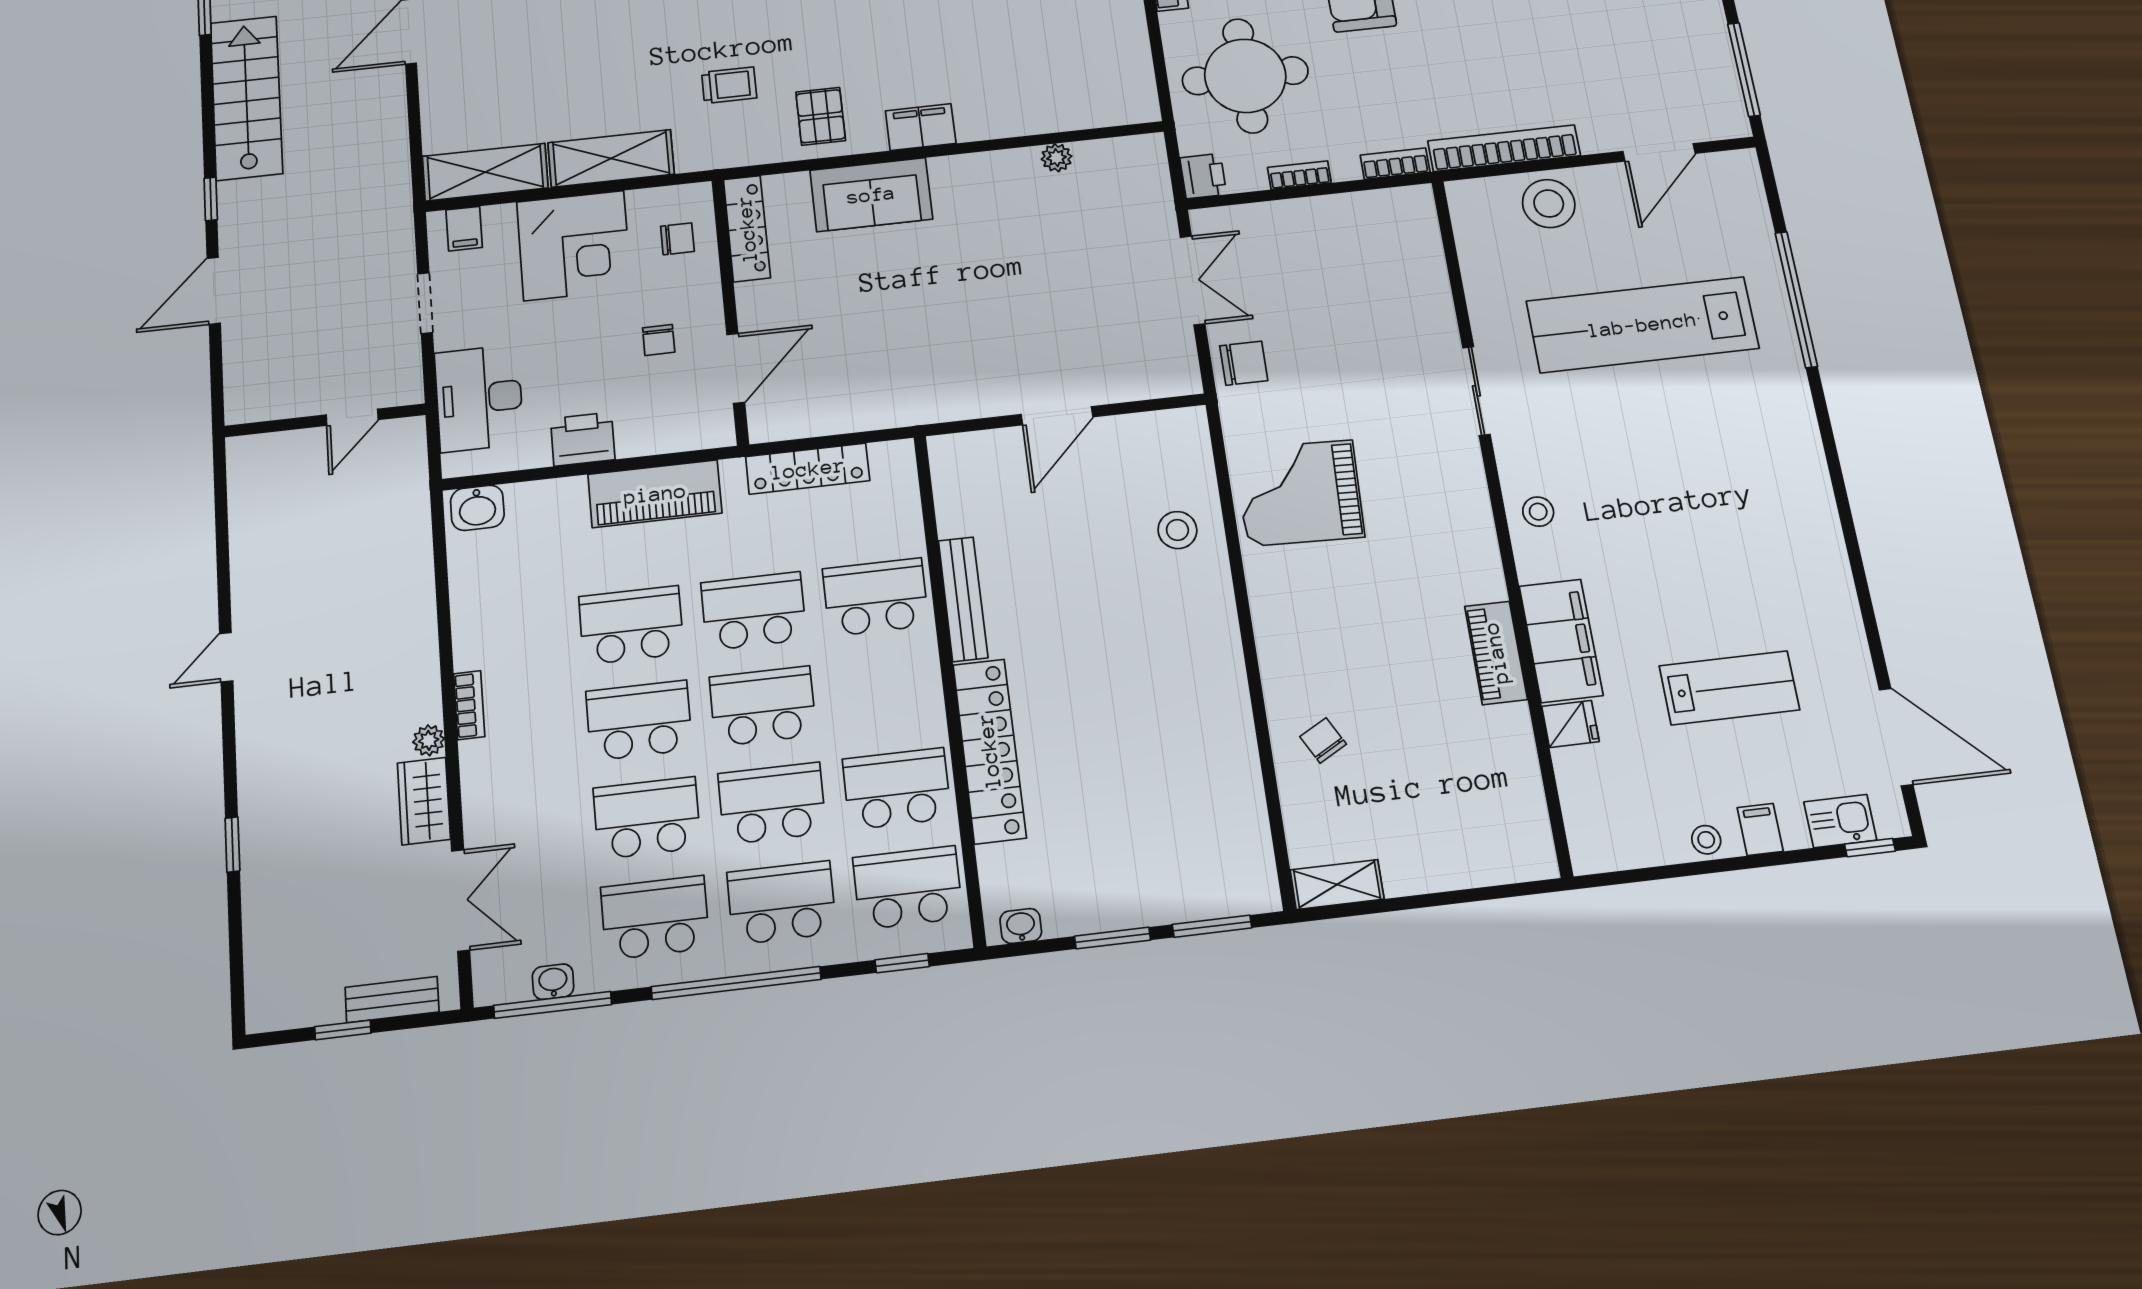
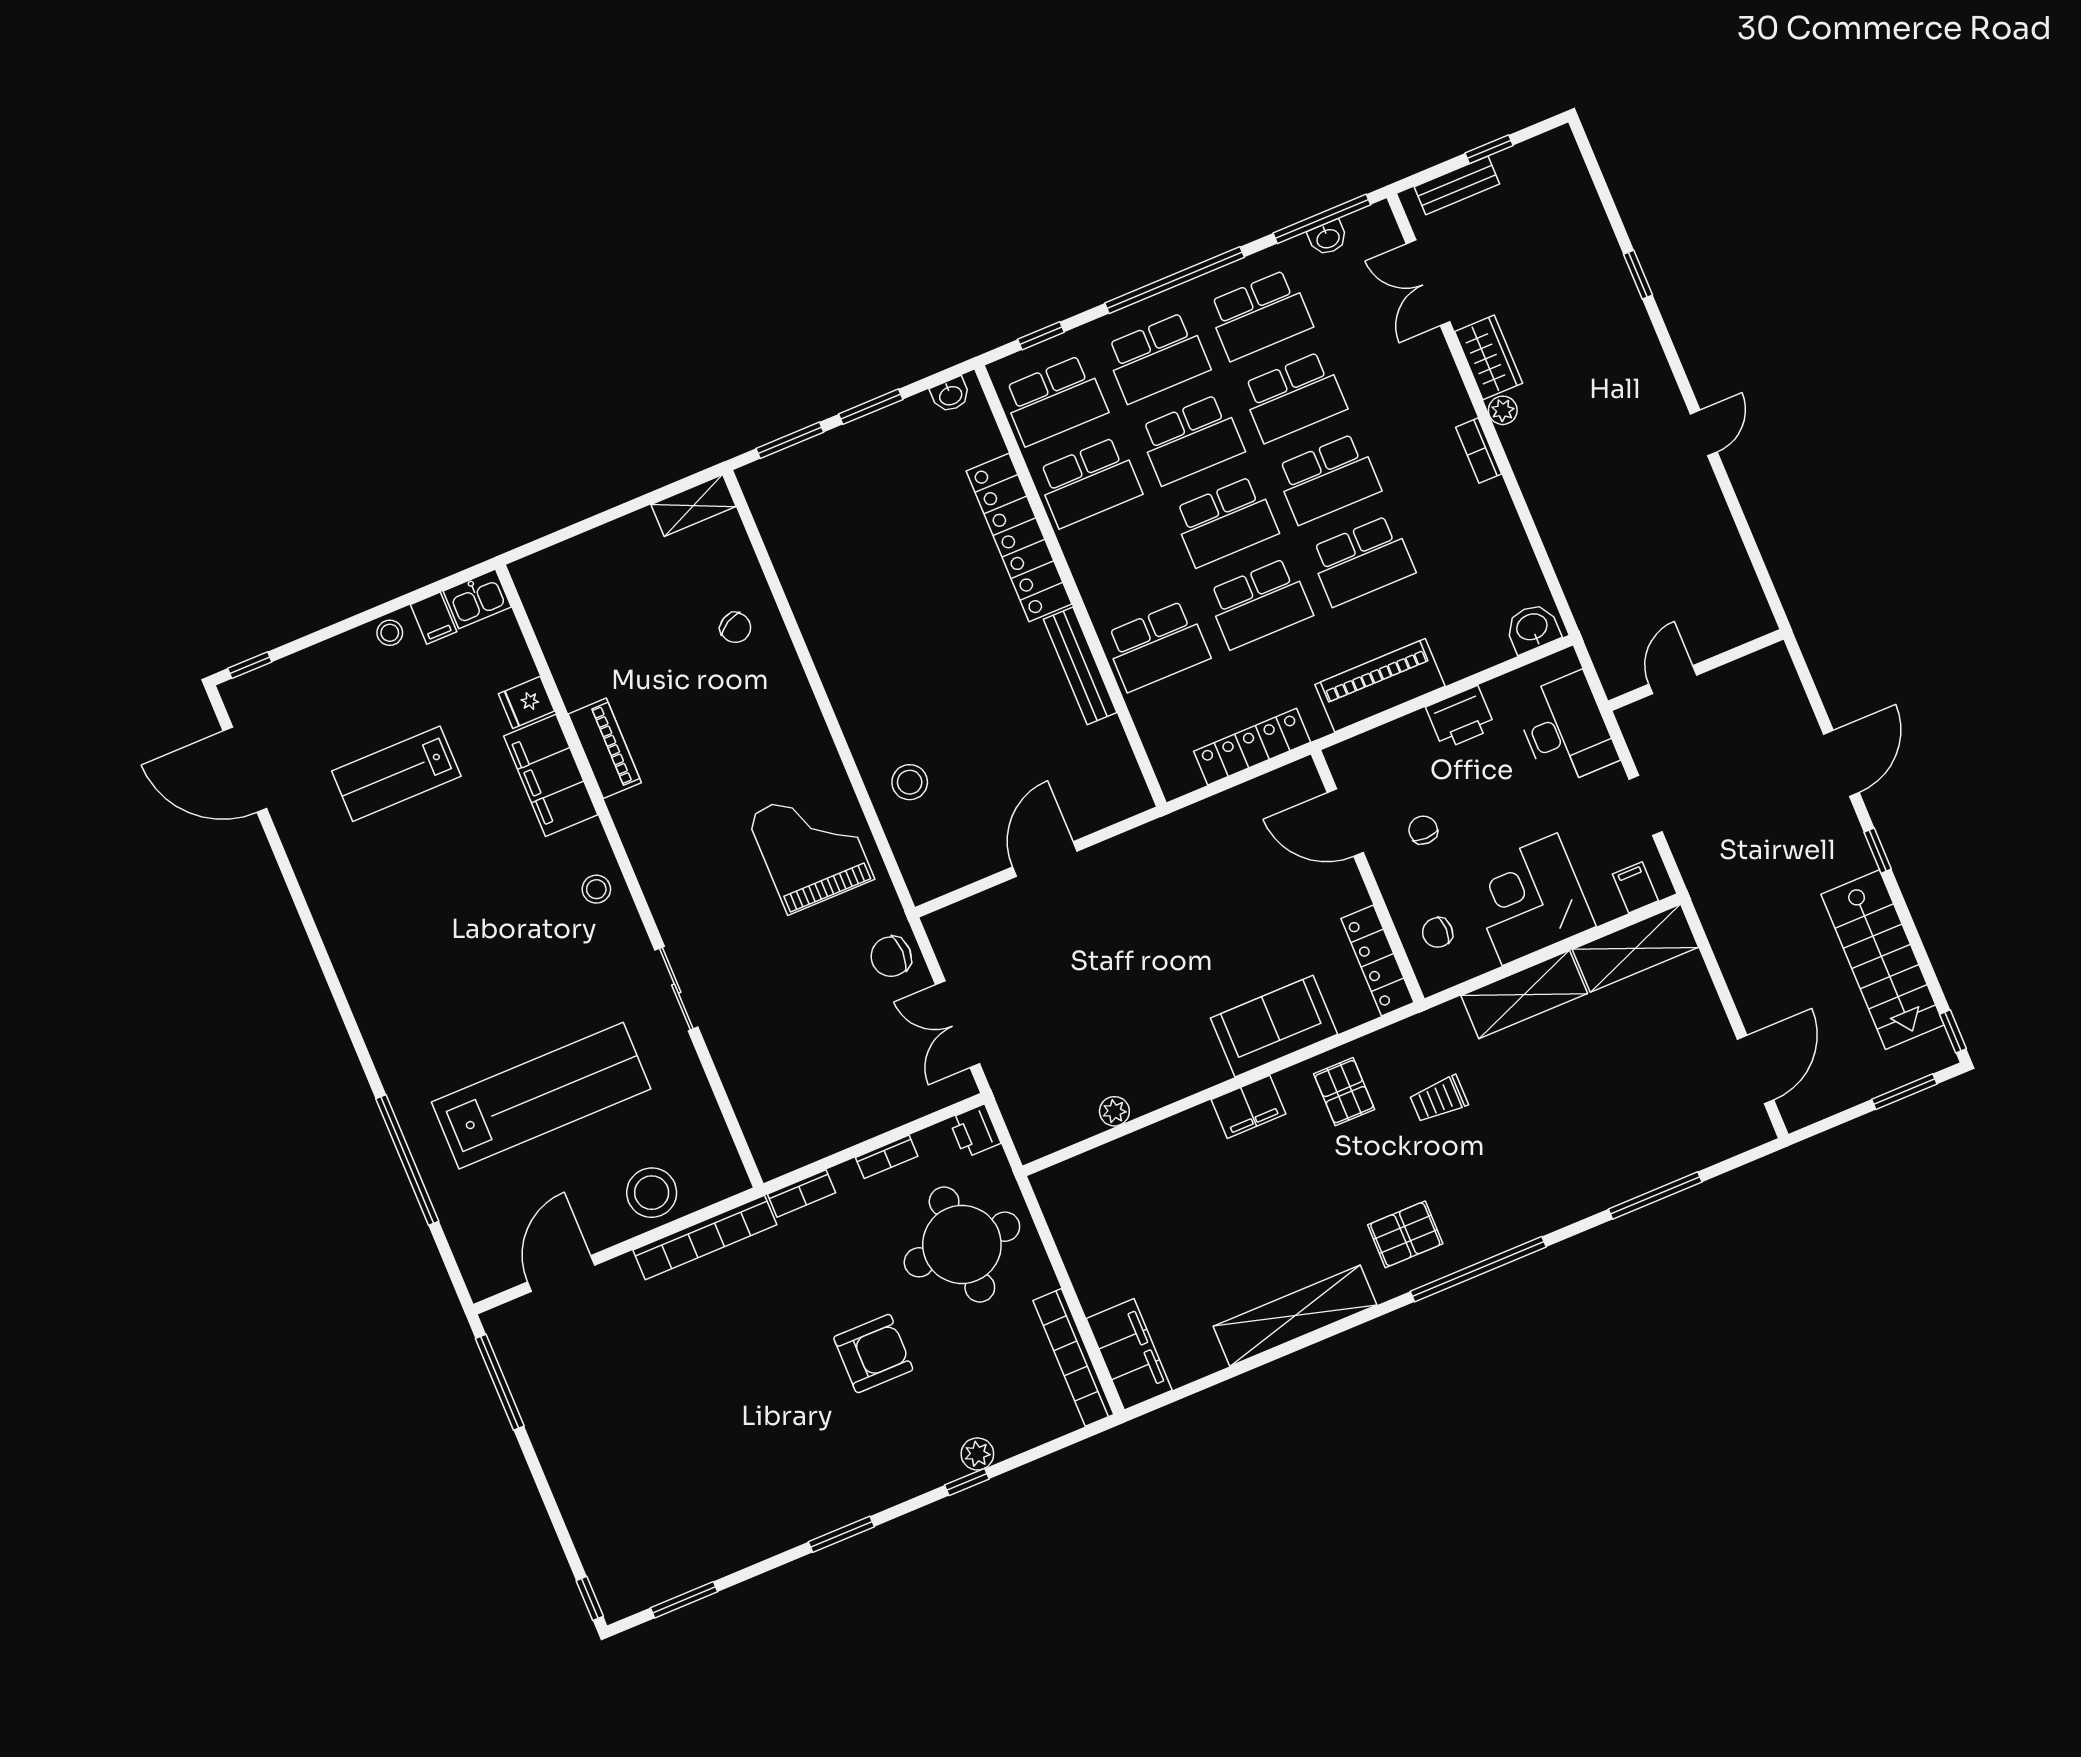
door: (736, 368) -> (1345, 823), hinge flipped
grand piano: (1300, 493) -> (811, 847), turned -92
kitchen sink: (1840, 821) -> (477, 599), moved
filing cabinet: (1760, 829) -> (434, 618), moved

